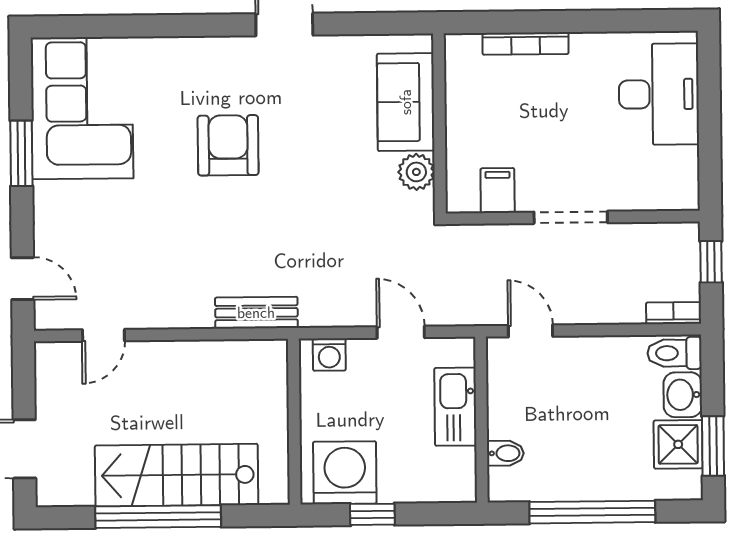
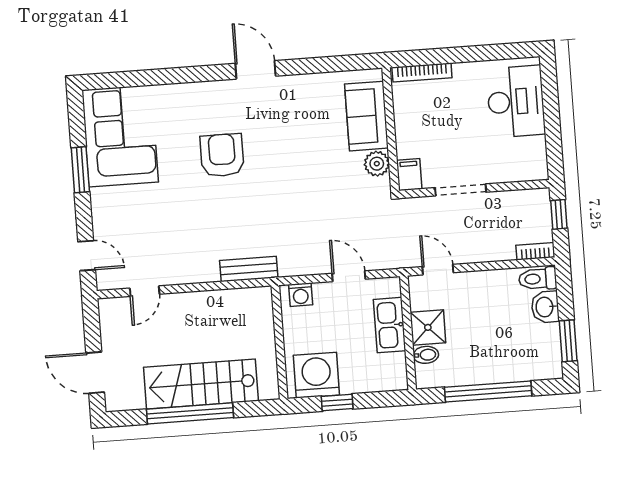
sofa: (406, 102) -> (366, 116), moved
wall: (439, 123) -> (391, 129), moved
plant: (416, 172) -> (377, 164), moved
shower: (678, 444) -> (428, 327), moved

